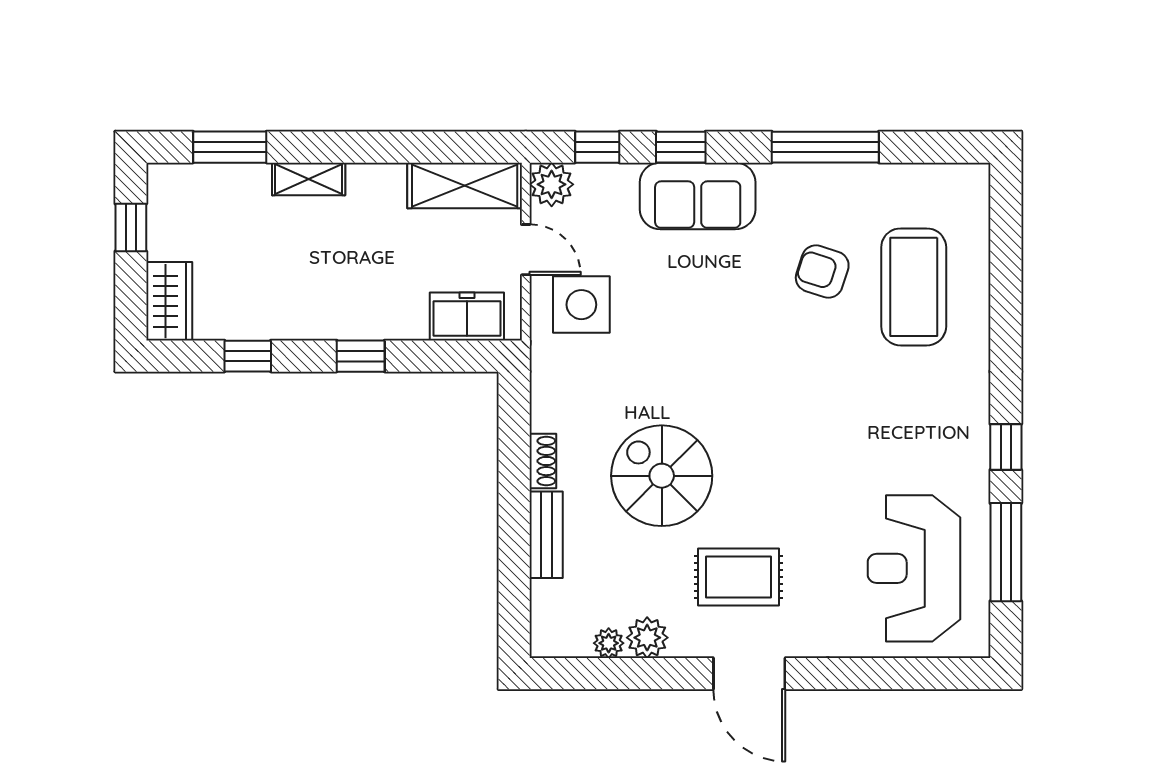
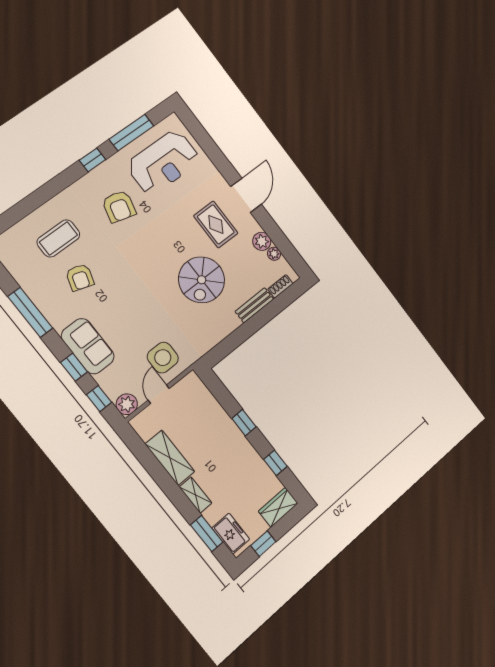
shelving: (465, 185) -> (170, 458), moved
coffee table: (914, 287) -> (58, 238), width x0.73, depth x0.76
freezer: (467, 317) -> (231, 534), moved, turned 180
armchair: (894, 431) -> (119, 206), added
shoe rack: (543, 461) -> (280, 286), moved

